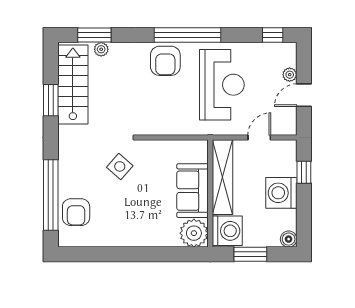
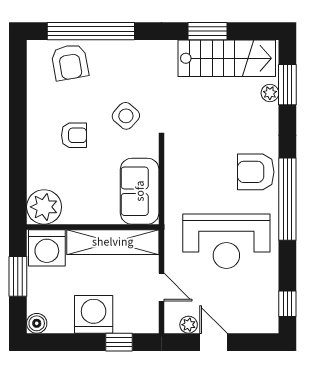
plant: (290, 75) -> (189, 325), moved
sofa: (192, 191) -> (140, 191), moved, turned -90
armchair: (136, 209) -> (74, 135), added
armchair: (76, 212) -> (70, 62), turned -100

